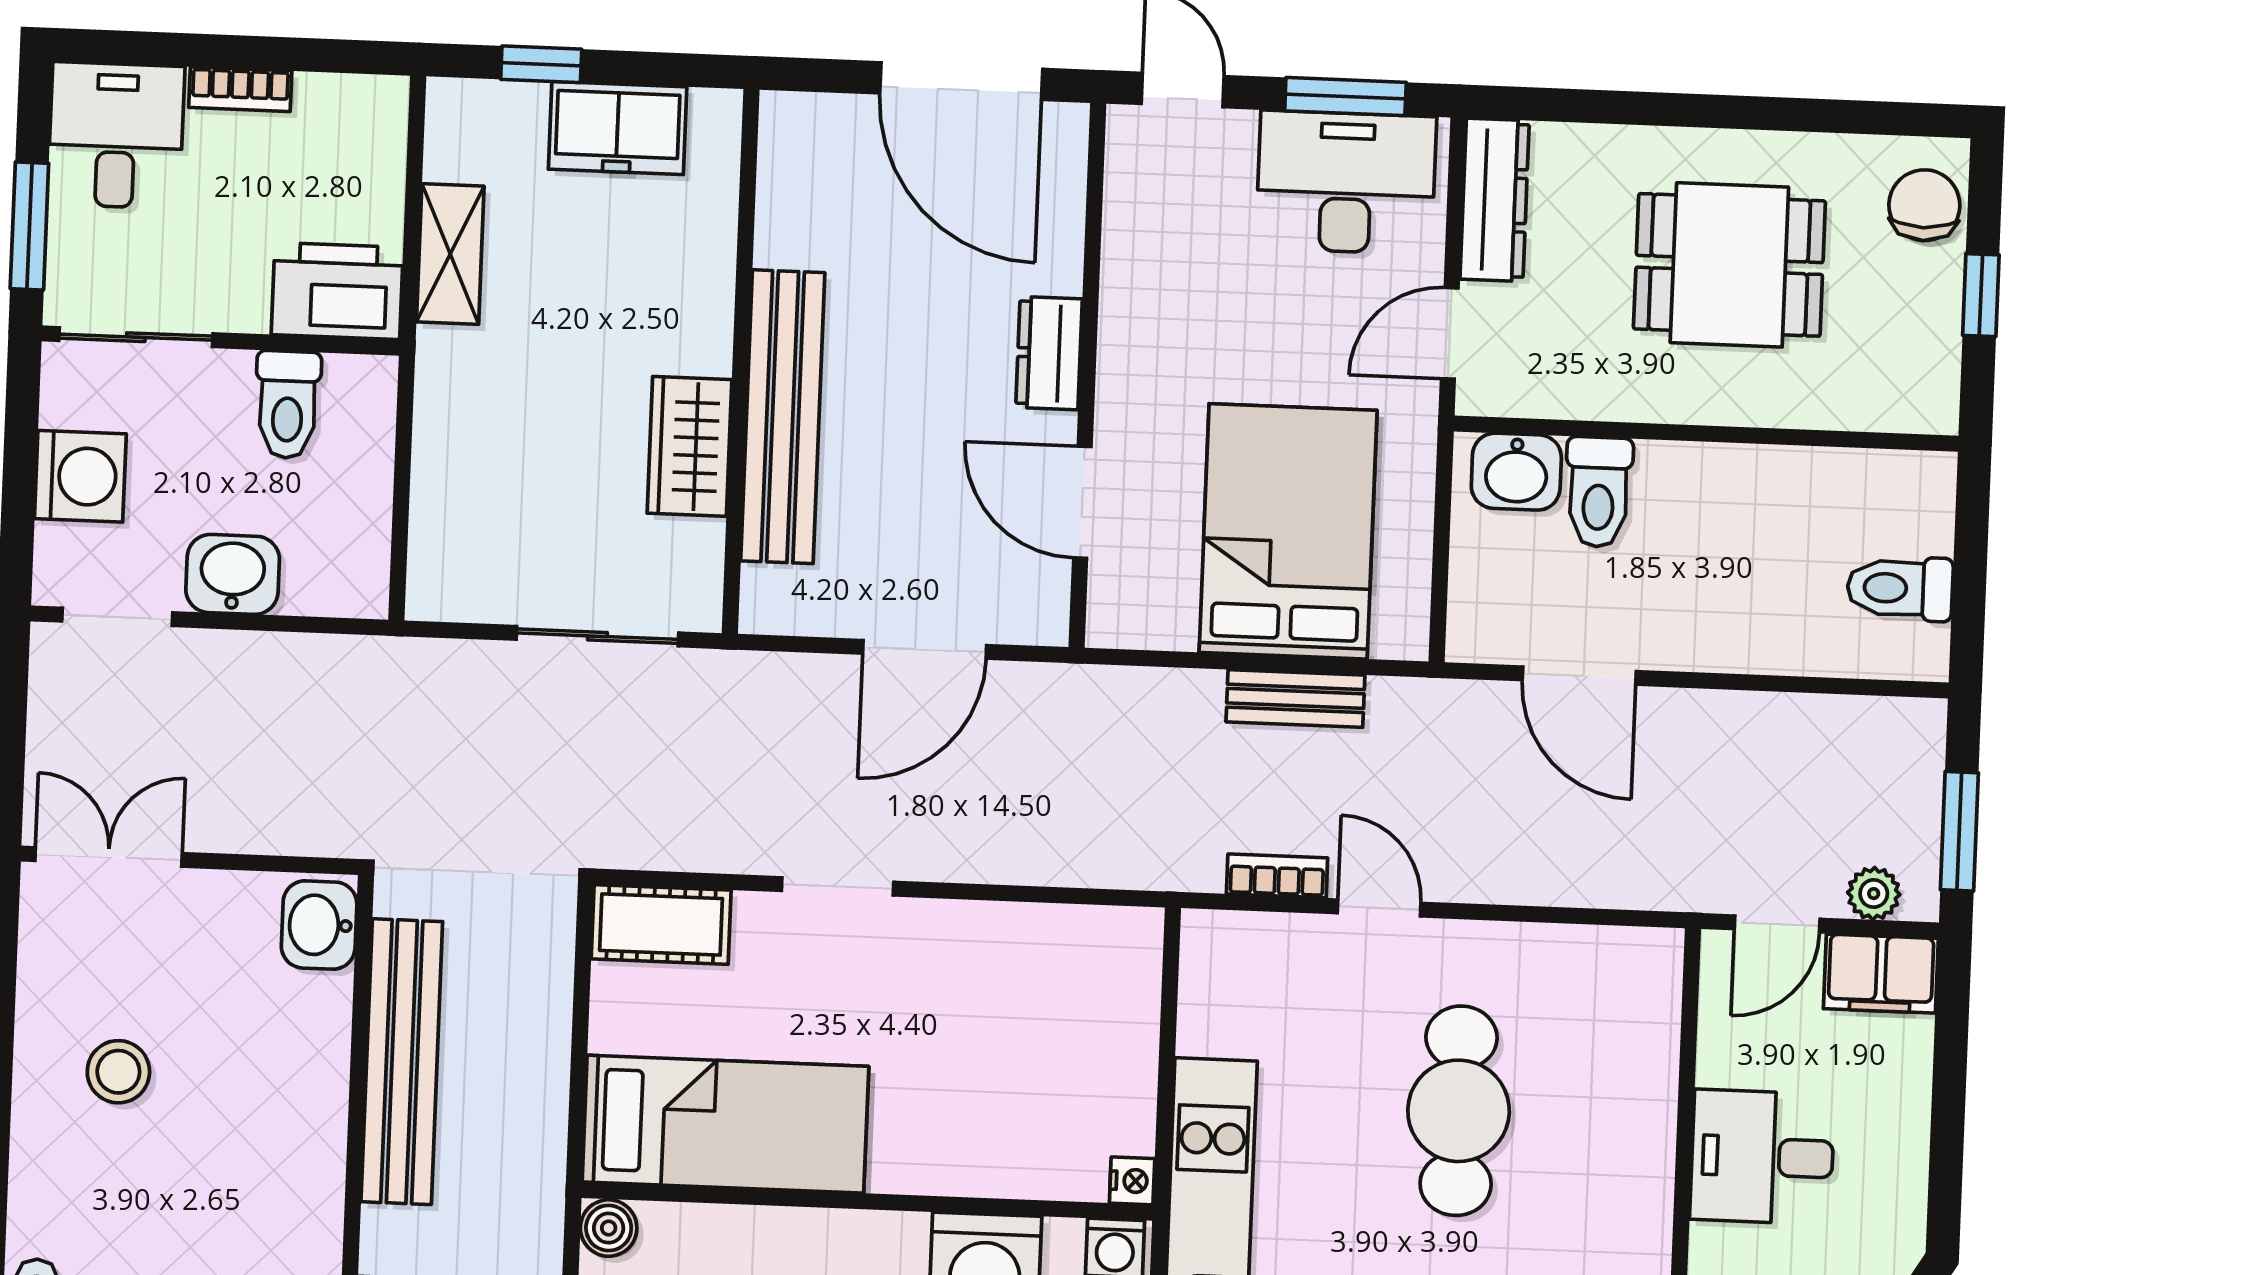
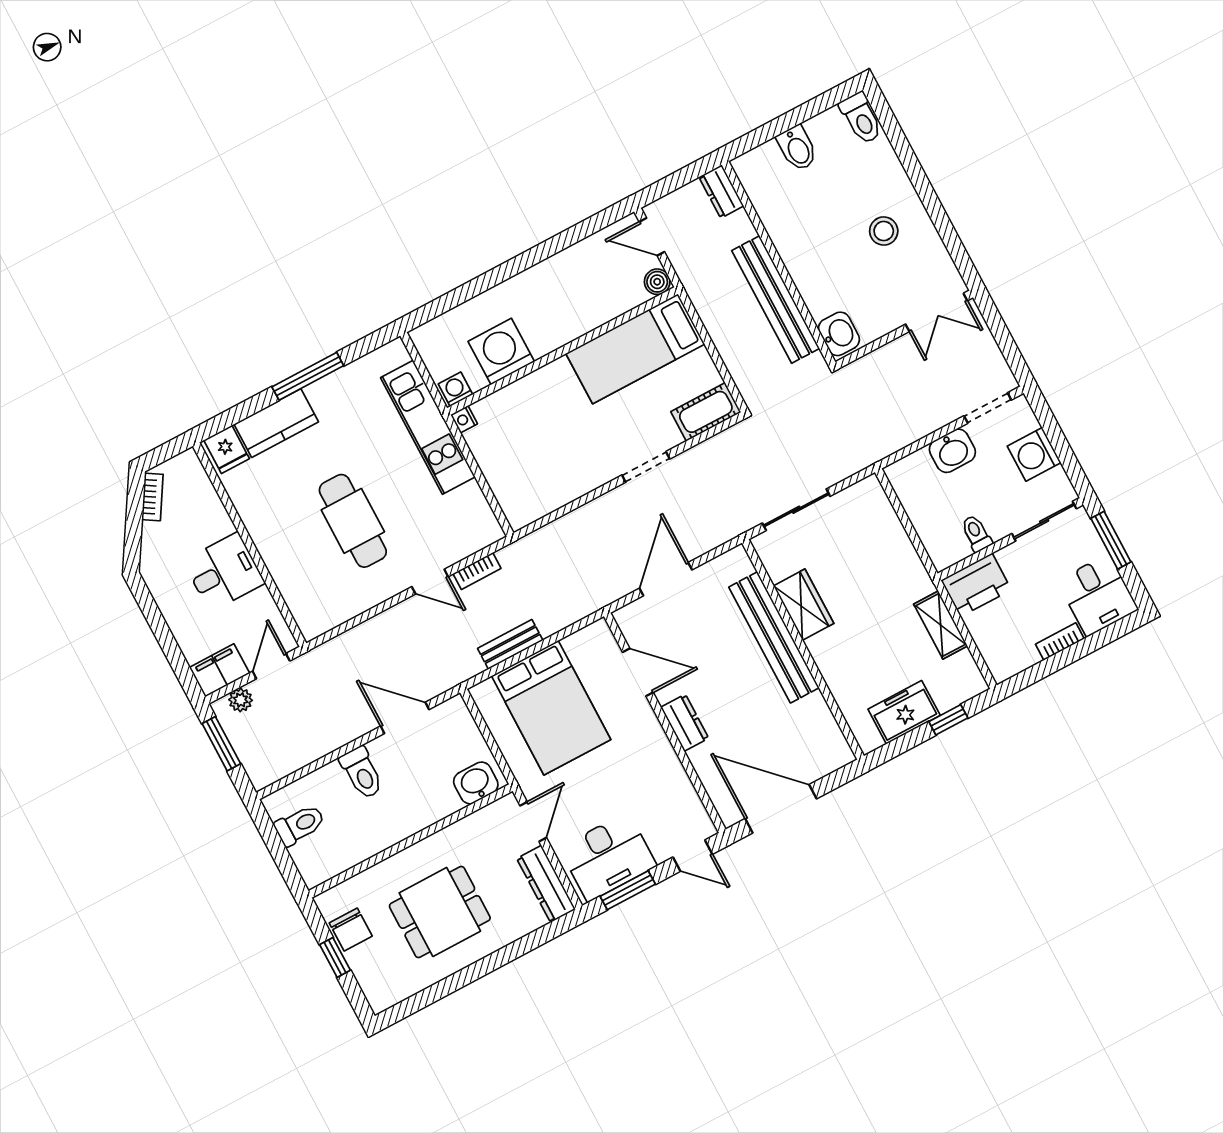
chair: (1924, 205) -> (351, 930), moved
toilet: (288, 405) -> (976, 533), width x0.73, depth x0.72
toilet: (1599, 492) -> (362, 773), moved, turned 180

